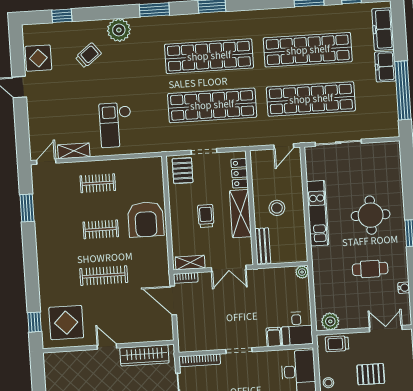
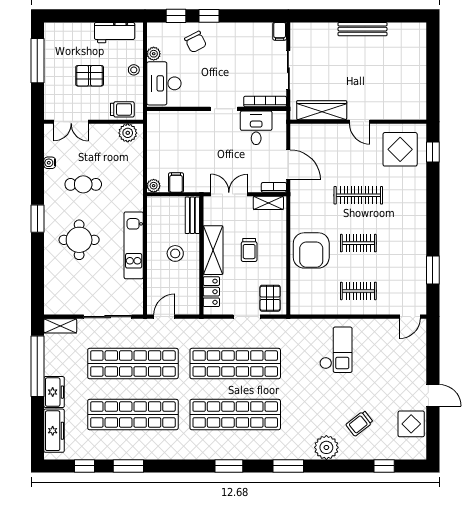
shelving: (74, 151) -> (60, 326), moved
armchair: (146, 219) -> (311, 250), turned 180
desk: (297, 329) -> (256, 128), moved
filing cabinet: (274, 337) -> (176, 182), moved, turned 180

